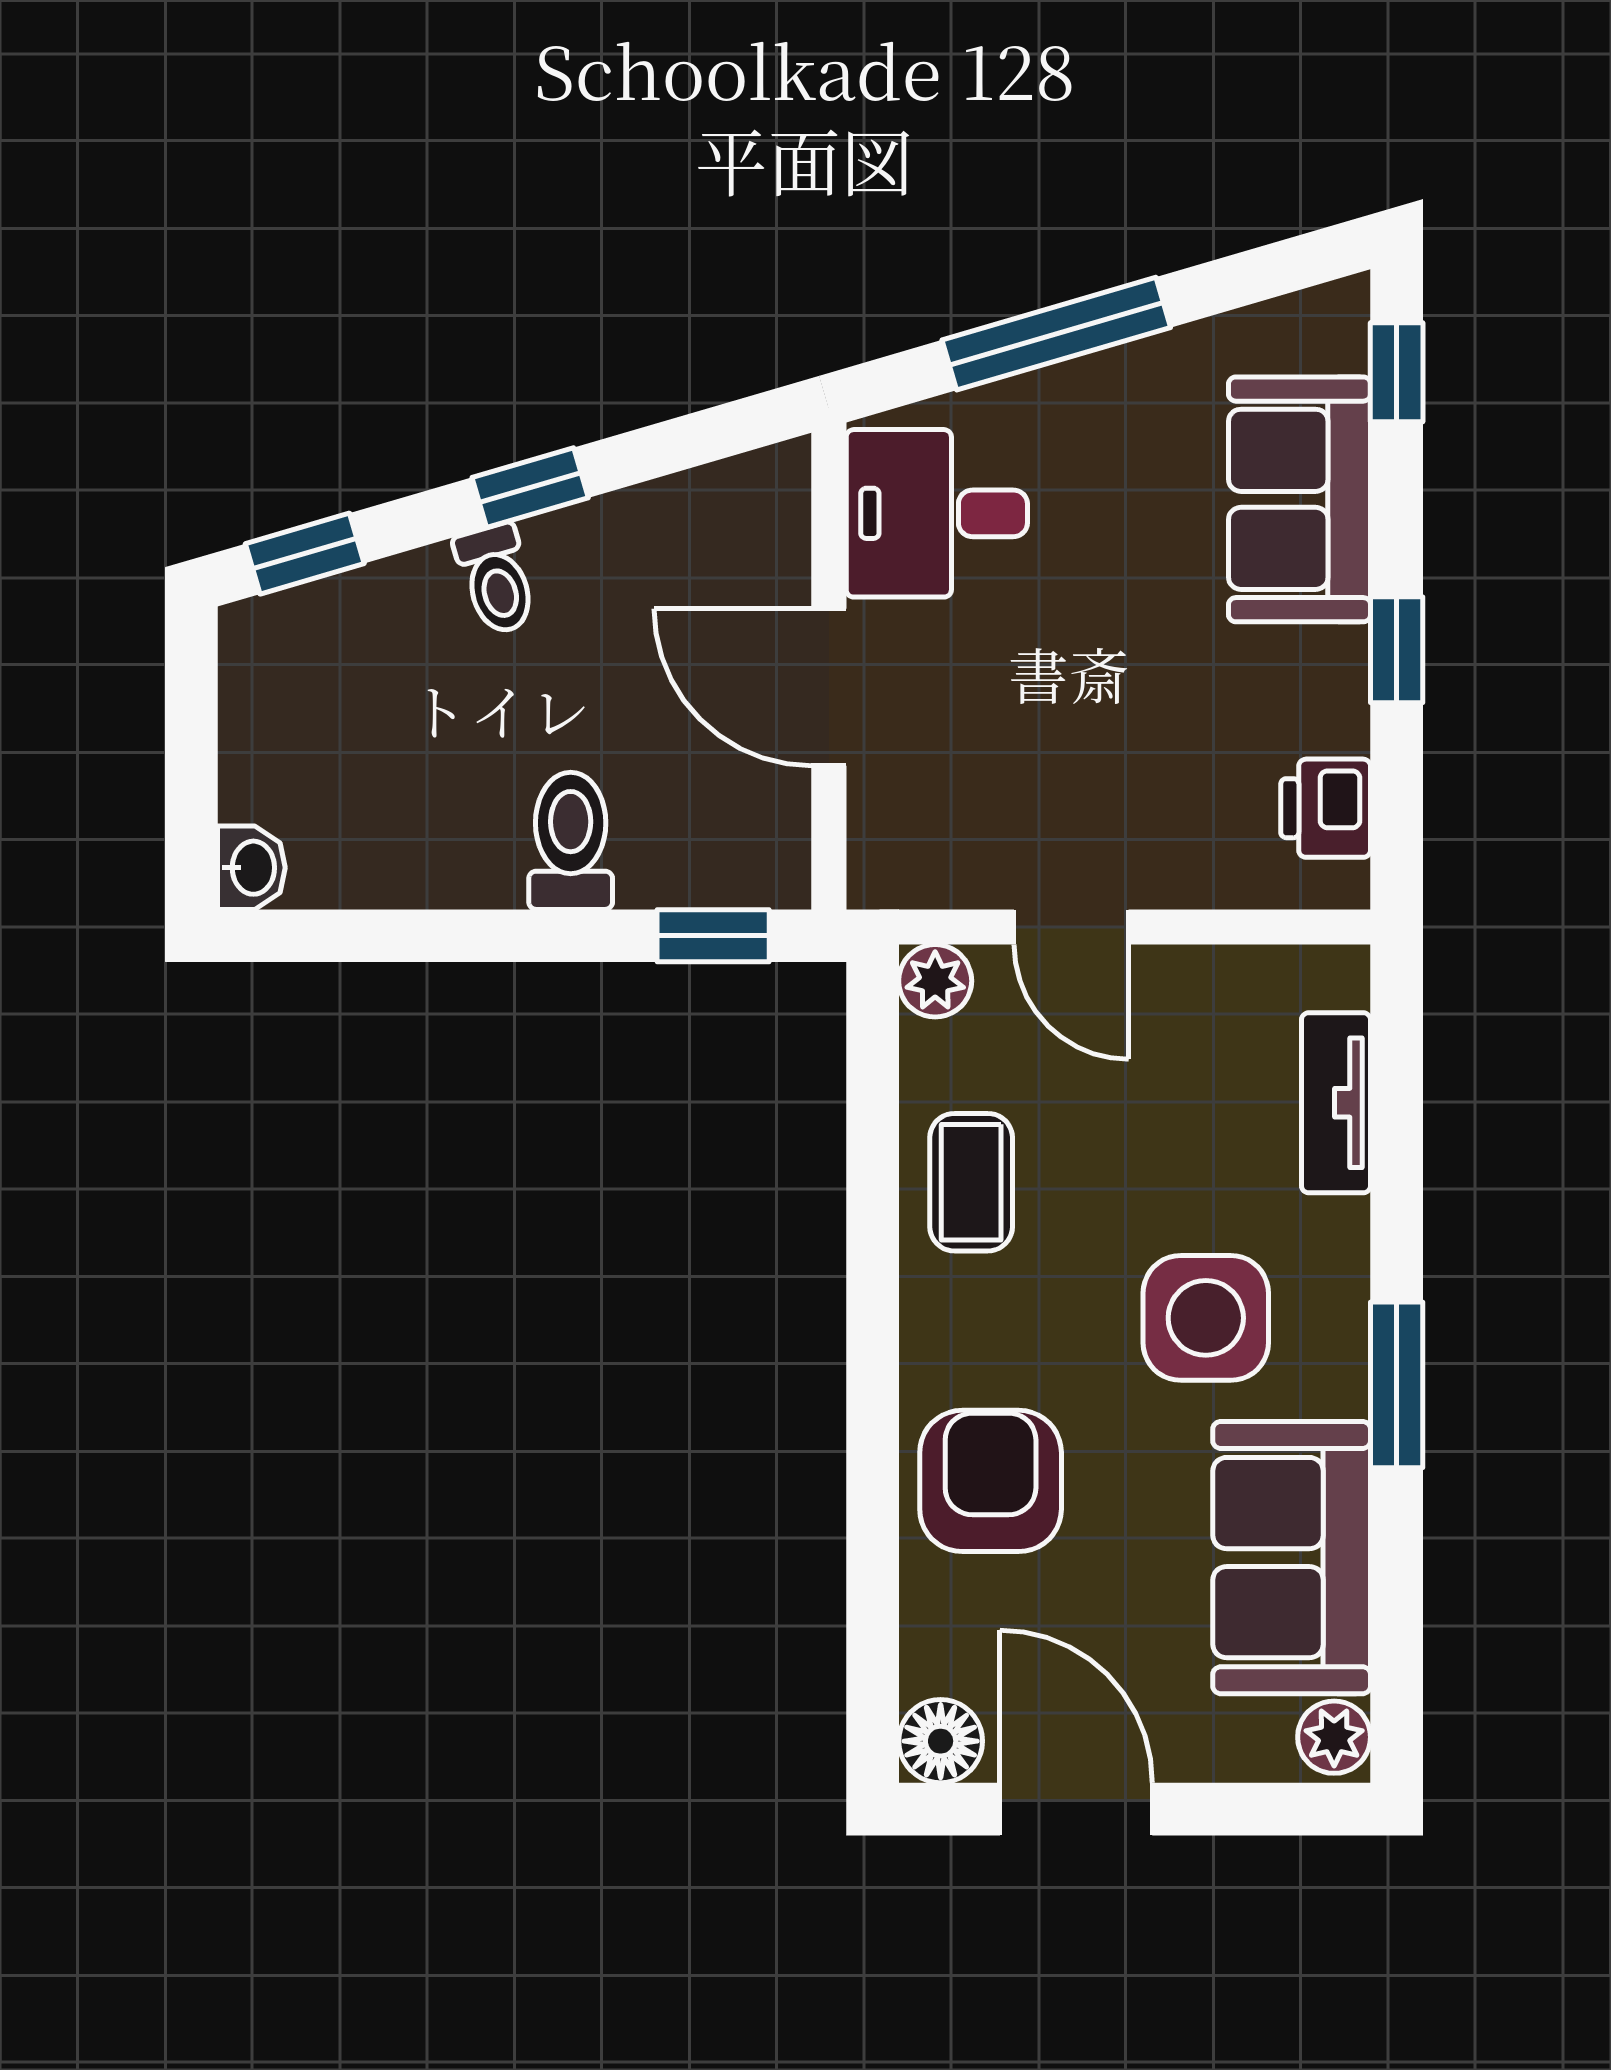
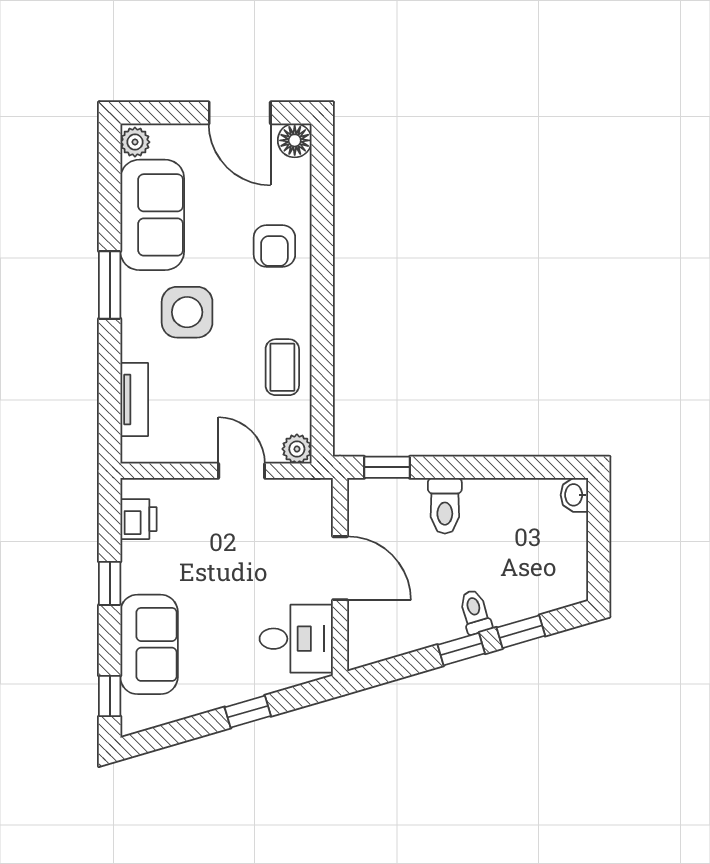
window: (1056, 334) -> (248, 712), width x0.46
window: (305, 554) -> (521, 632), moved
armchair: (991, 1481) -> (274, 246), width x0.72, depth x0.72

